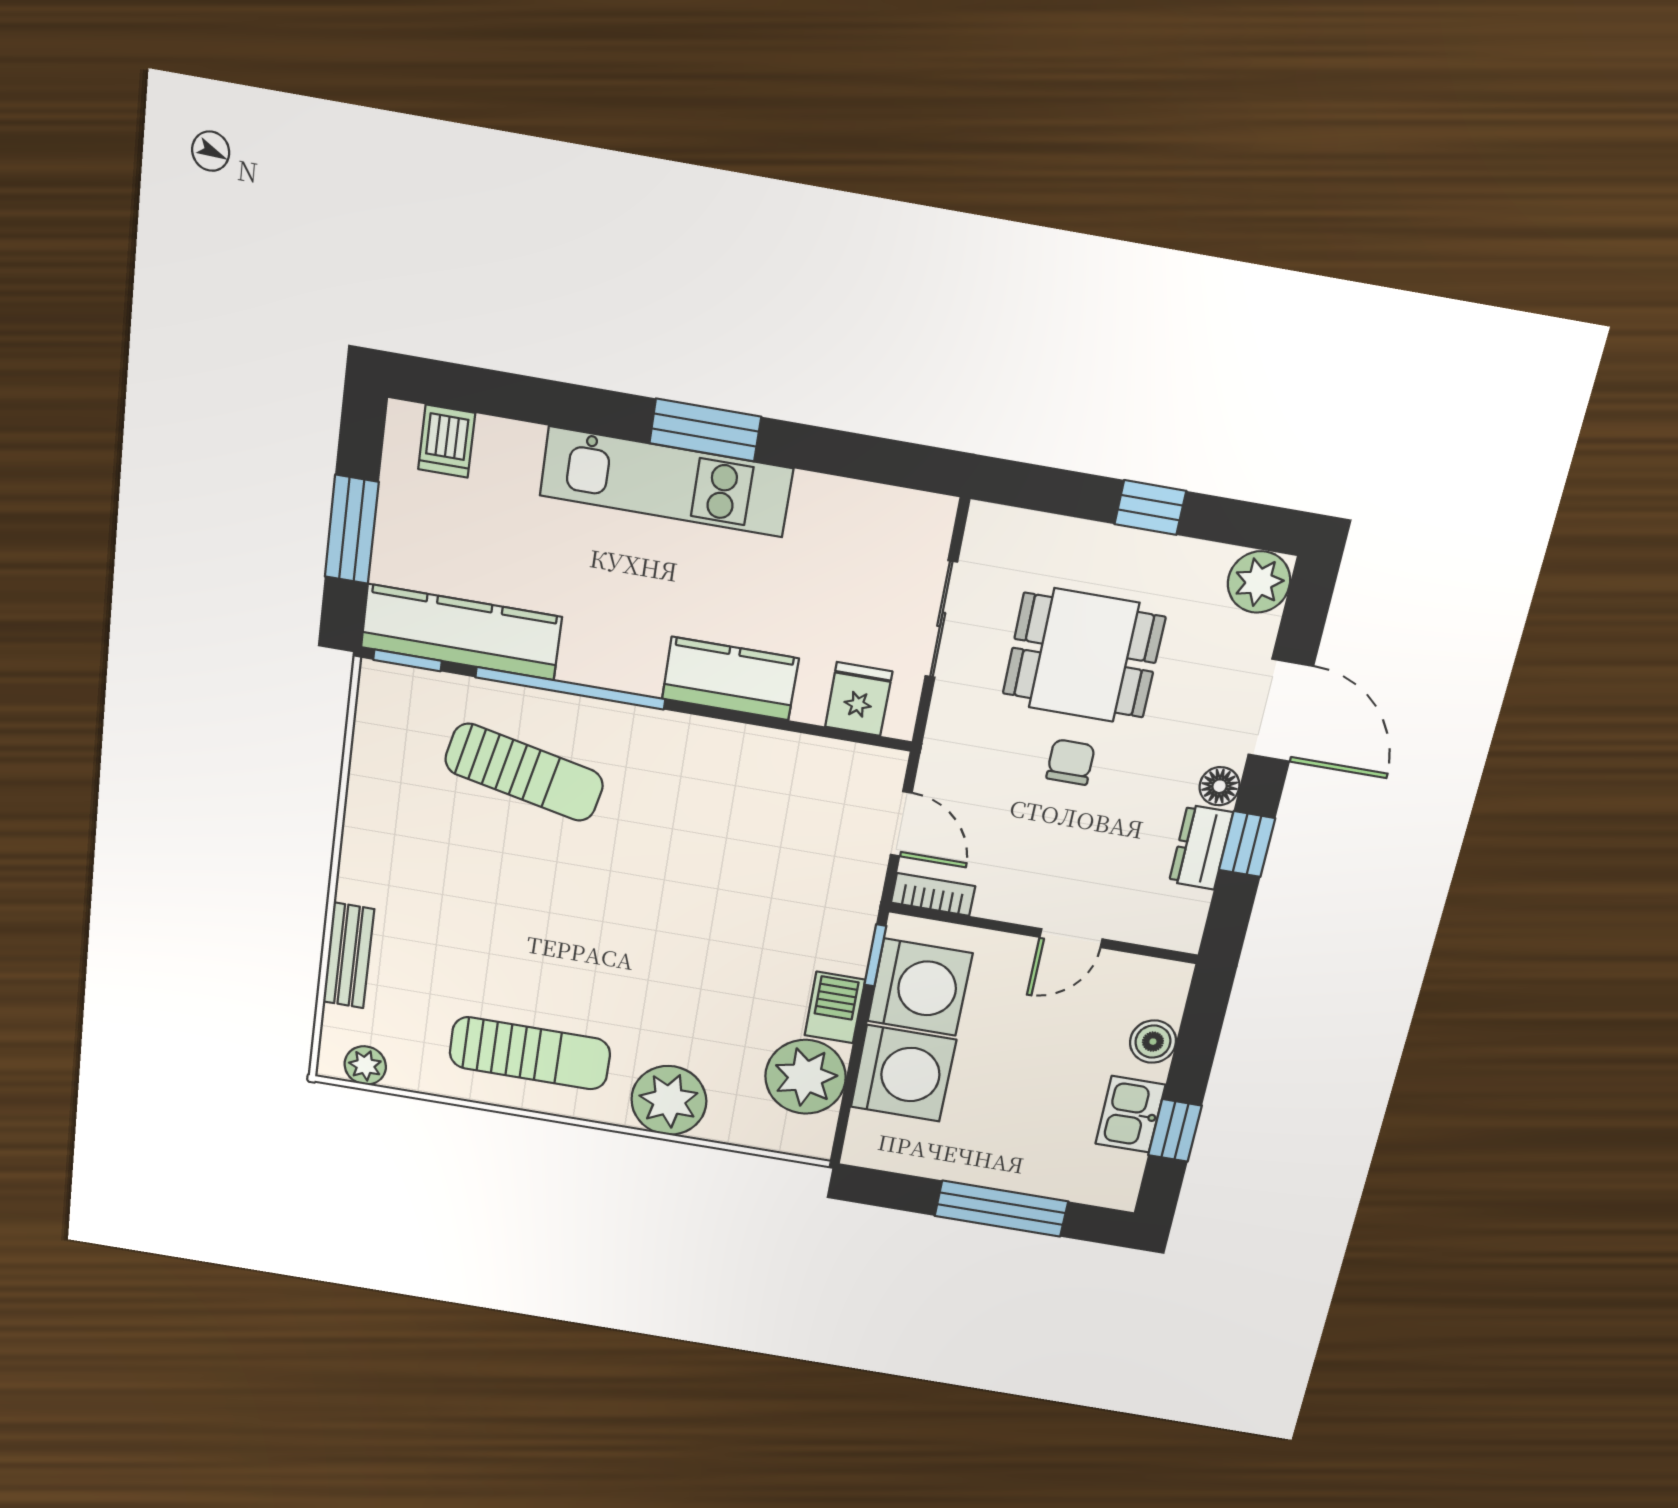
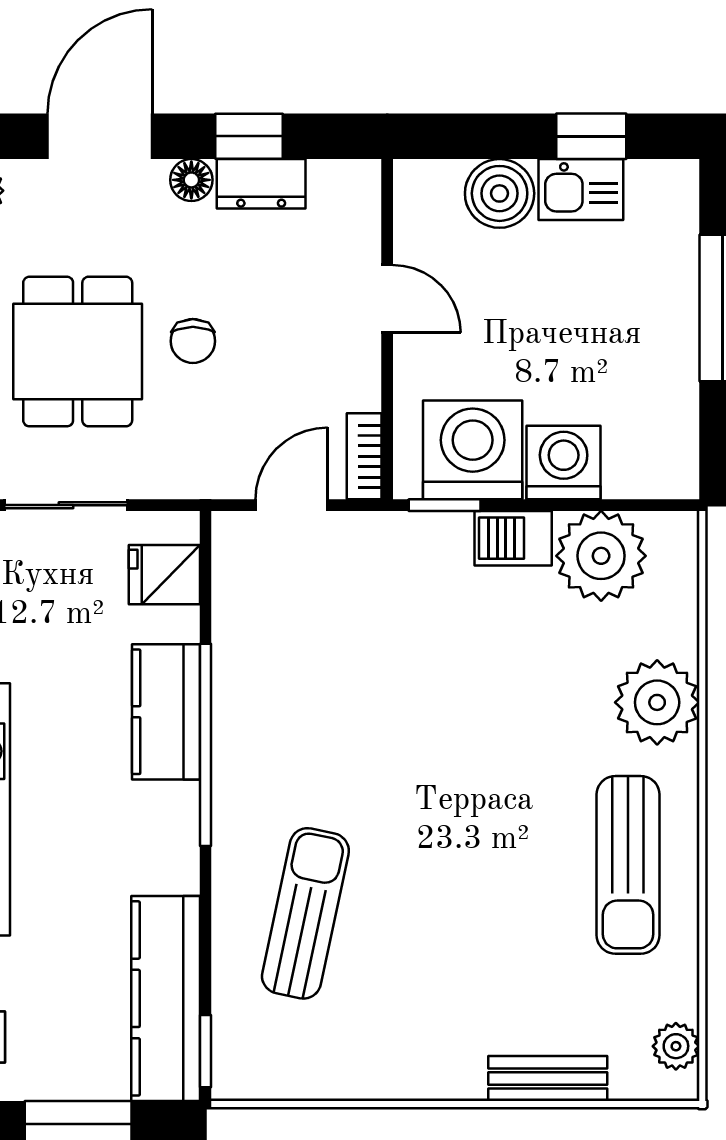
window: (570, 688) -> (206, 745), moved
chair: (1071, 762) -> (193, 341), turned -90
boiler: (1153, 1042) -> (500, 193), width x1.36, depth x1.36
sun lounger: (530, 1053) -> (628, 865), turned 180
washing machine: (903, 1073) -> (564, 463), width x0.73, depth x0.73

